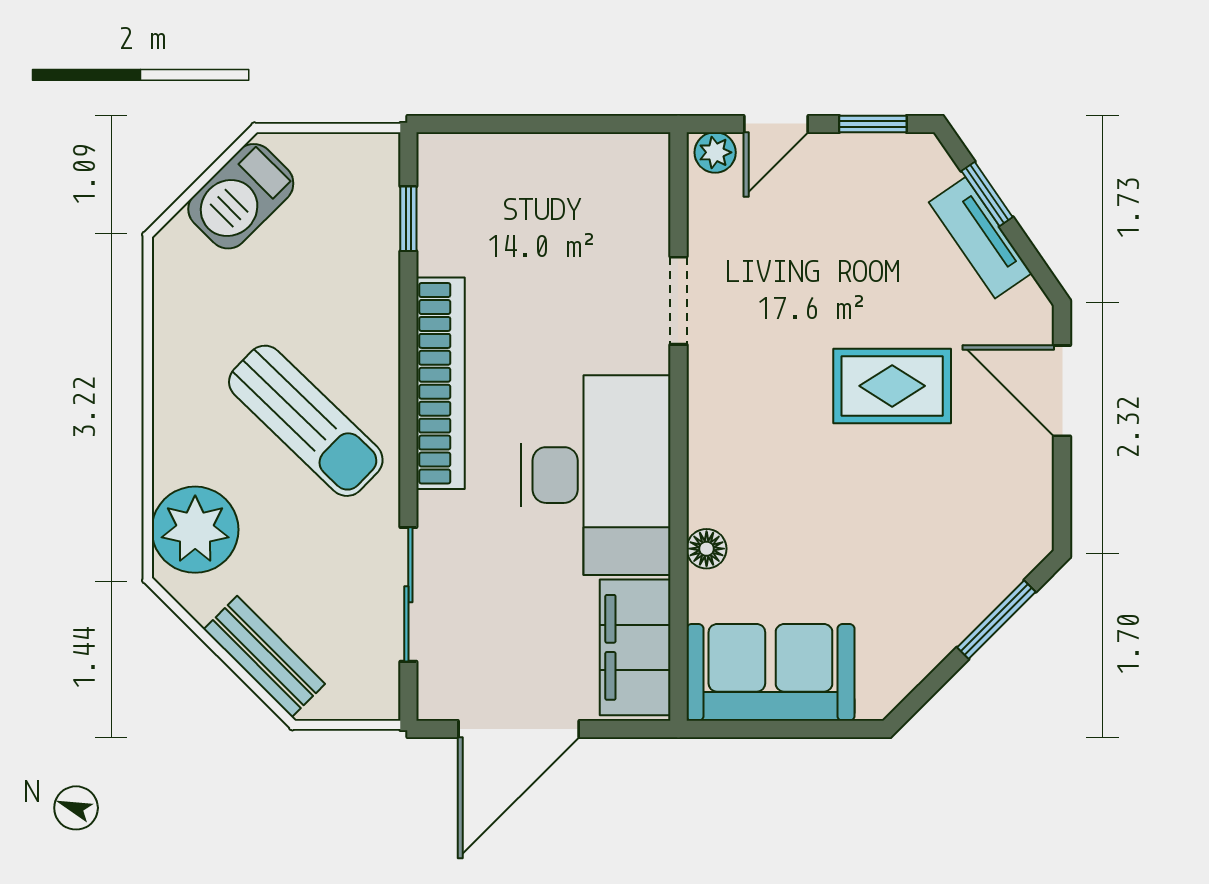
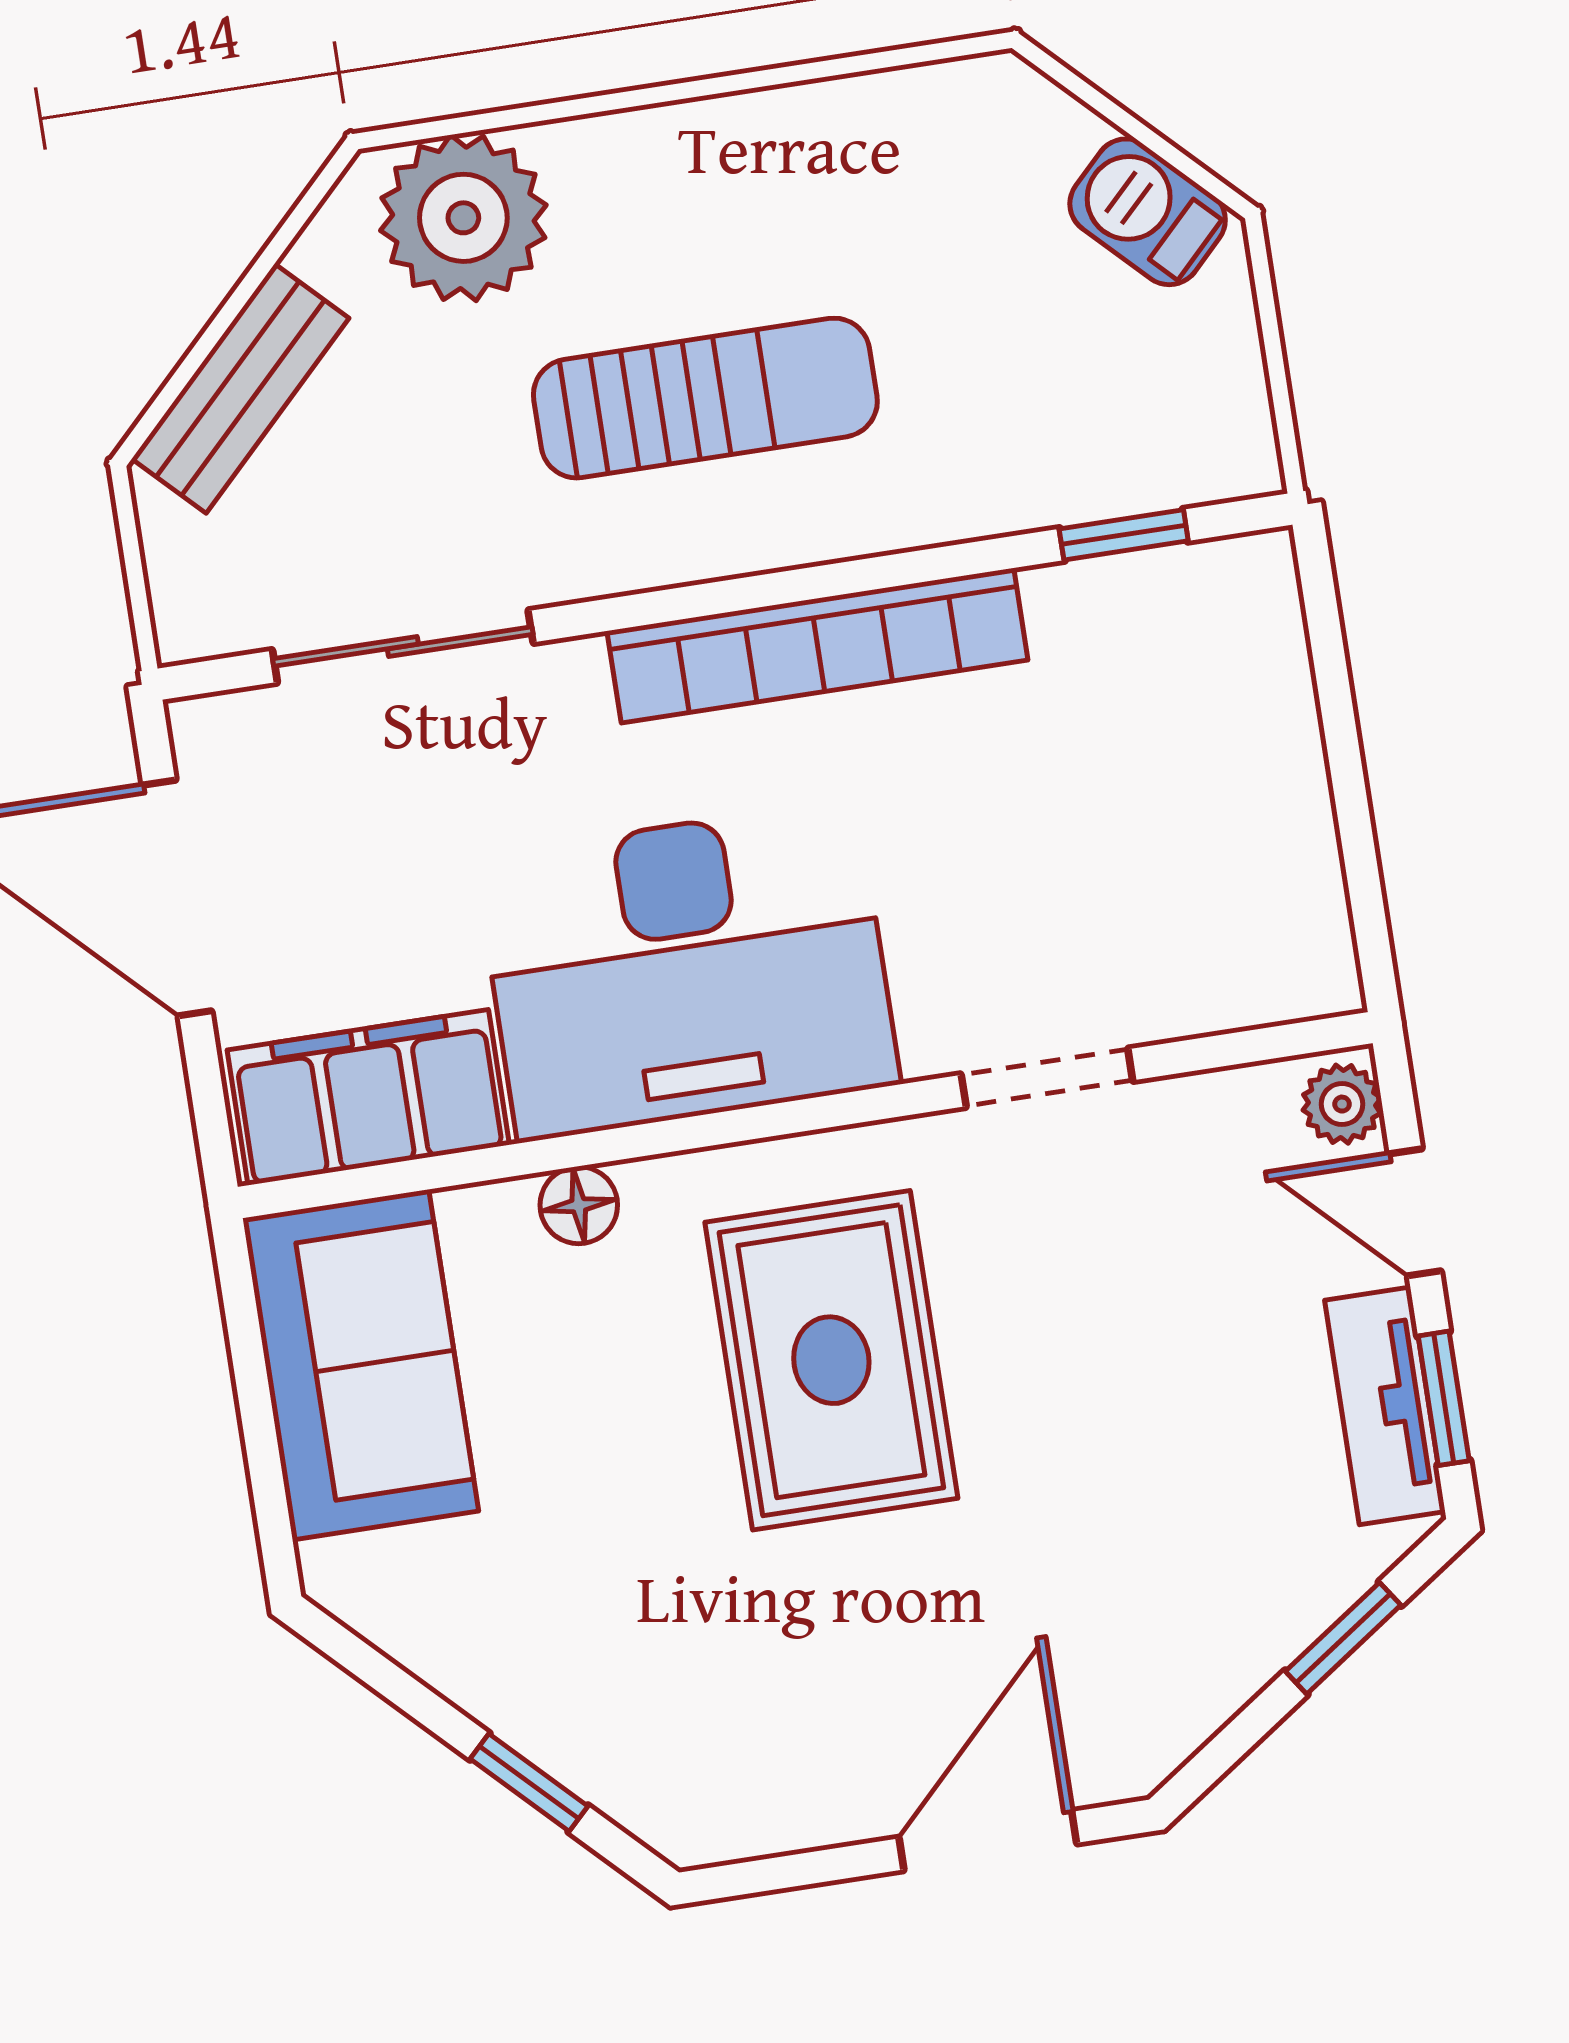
barbecue: (241, 196) -> (1148, 212), width x0.73, depth x0.79
tv unit: (980, 238) -> (1385, 1406), moved, turned -55
rug: (892, 386) -> (831, 1360), moved, width x1.36, depth x1.43
sun lounger: (306, 421) -> (705, 398), turned -134
window: (996, 620) -> (529, 1782), width x0.67

